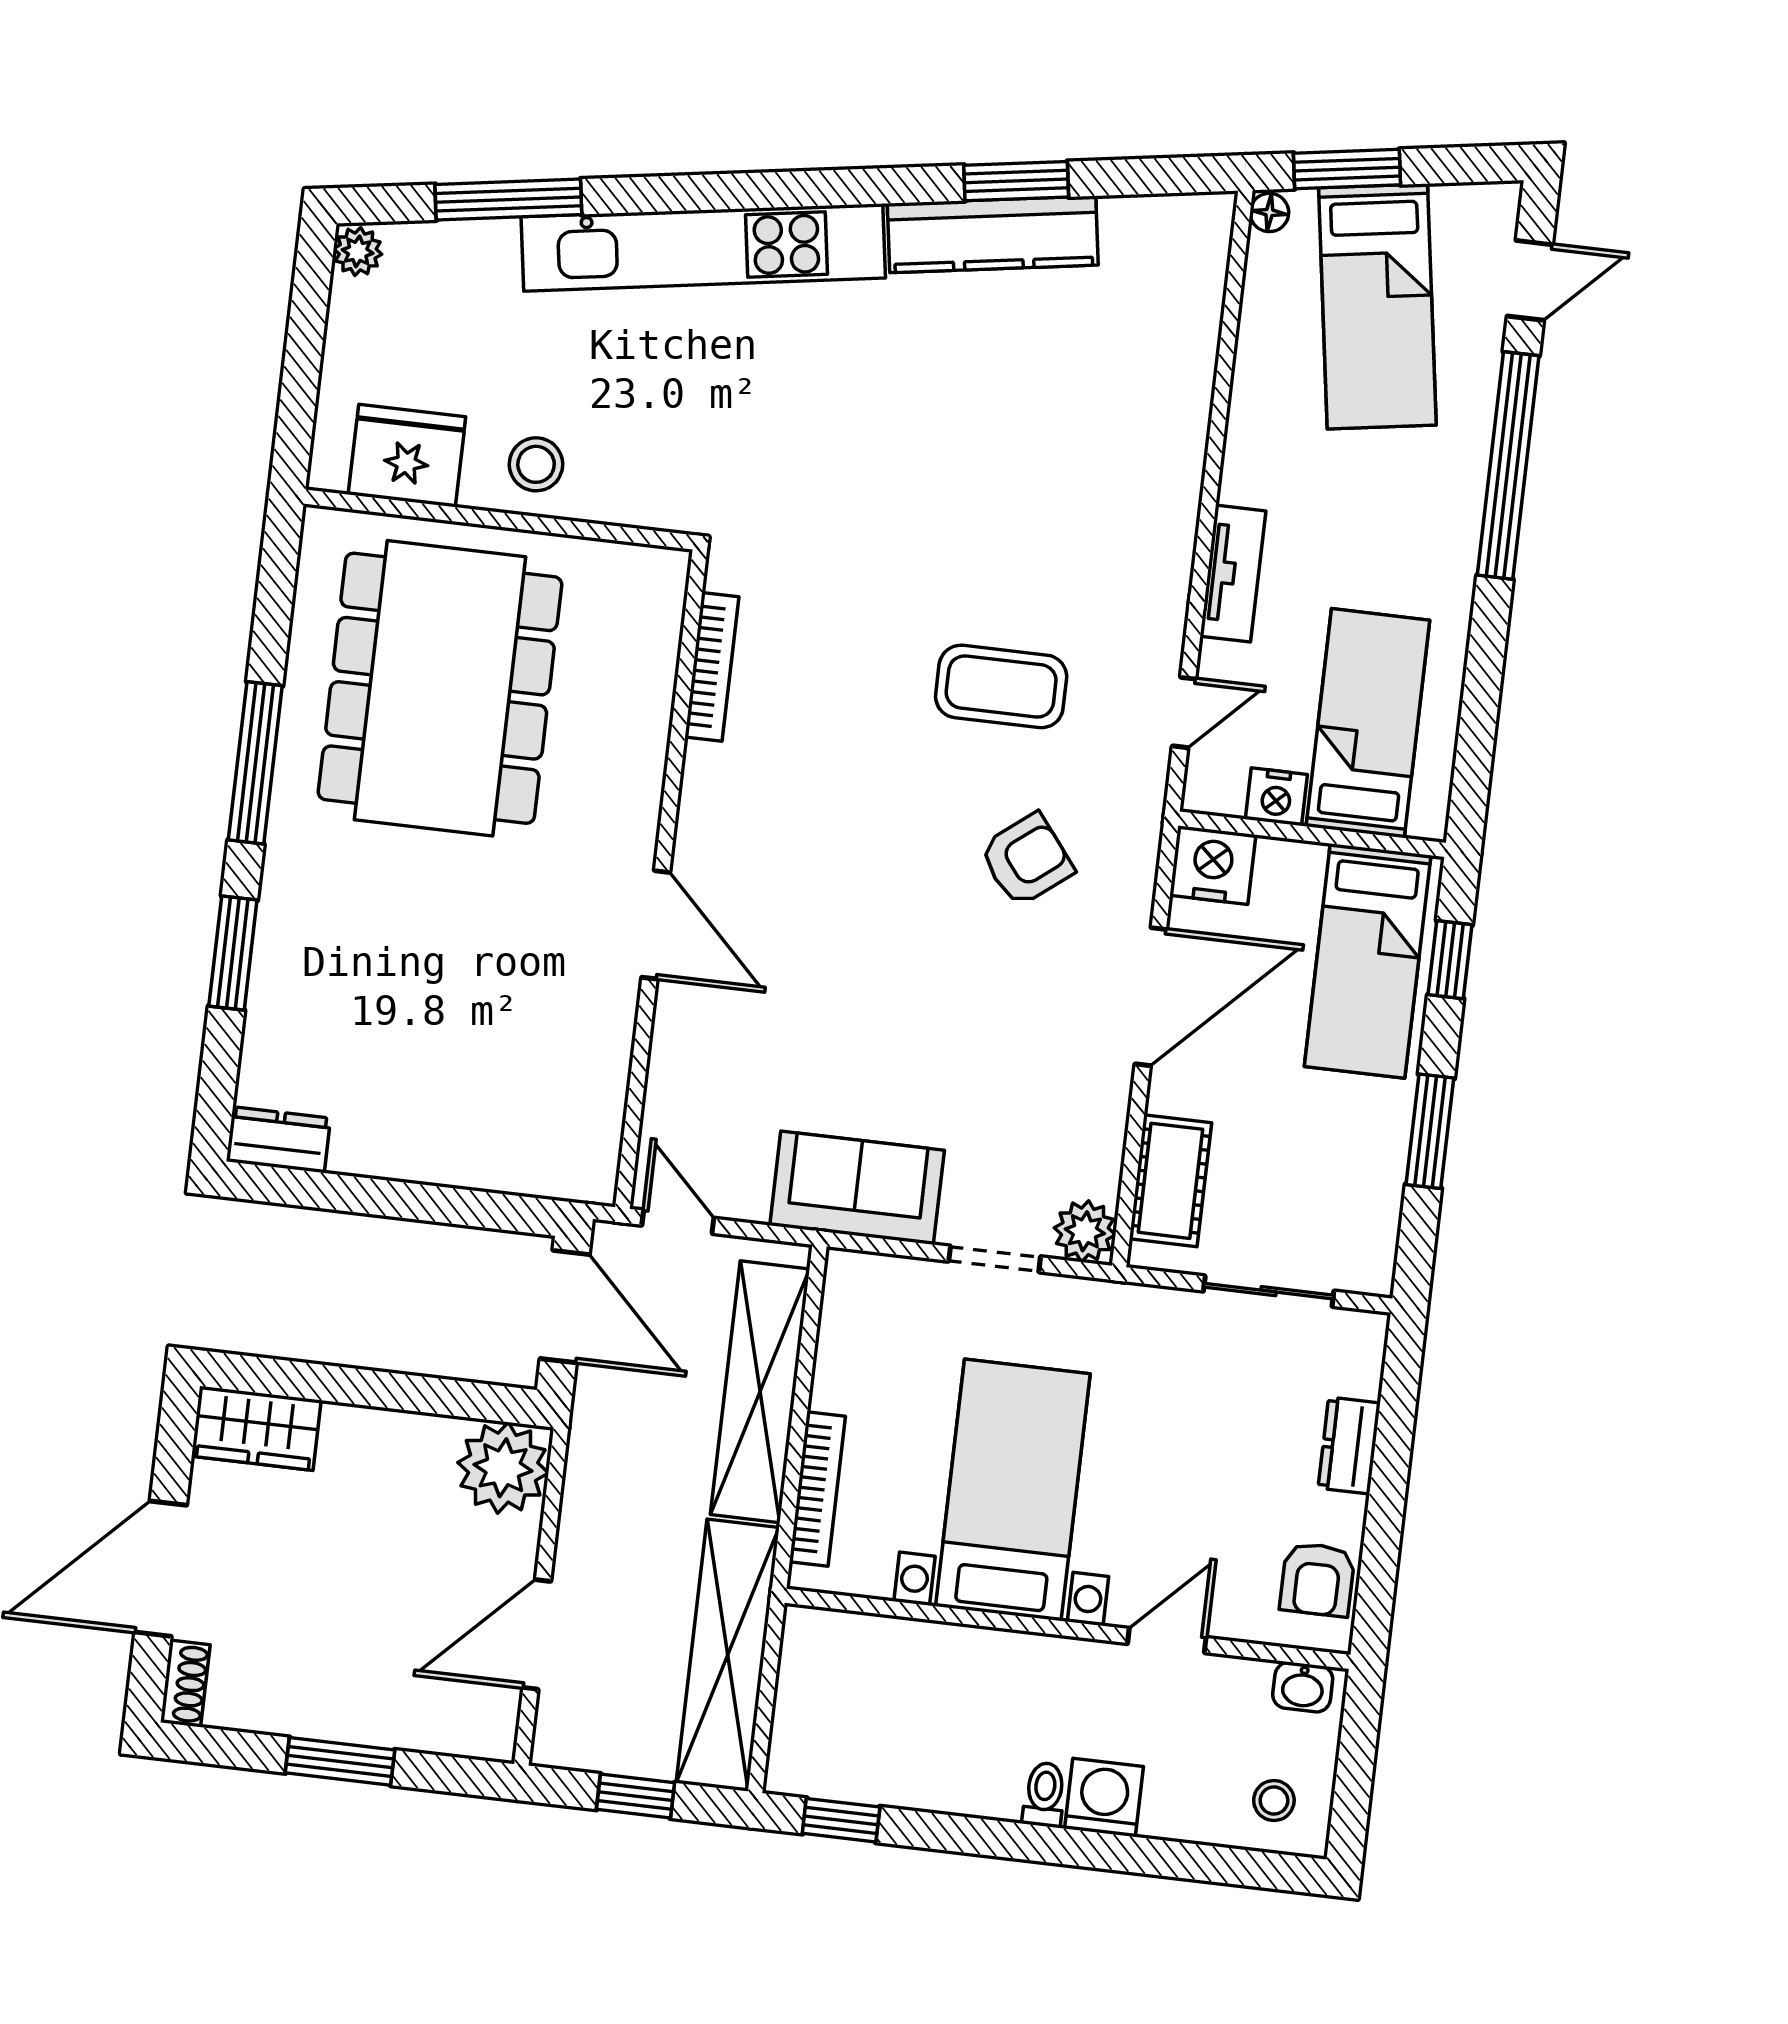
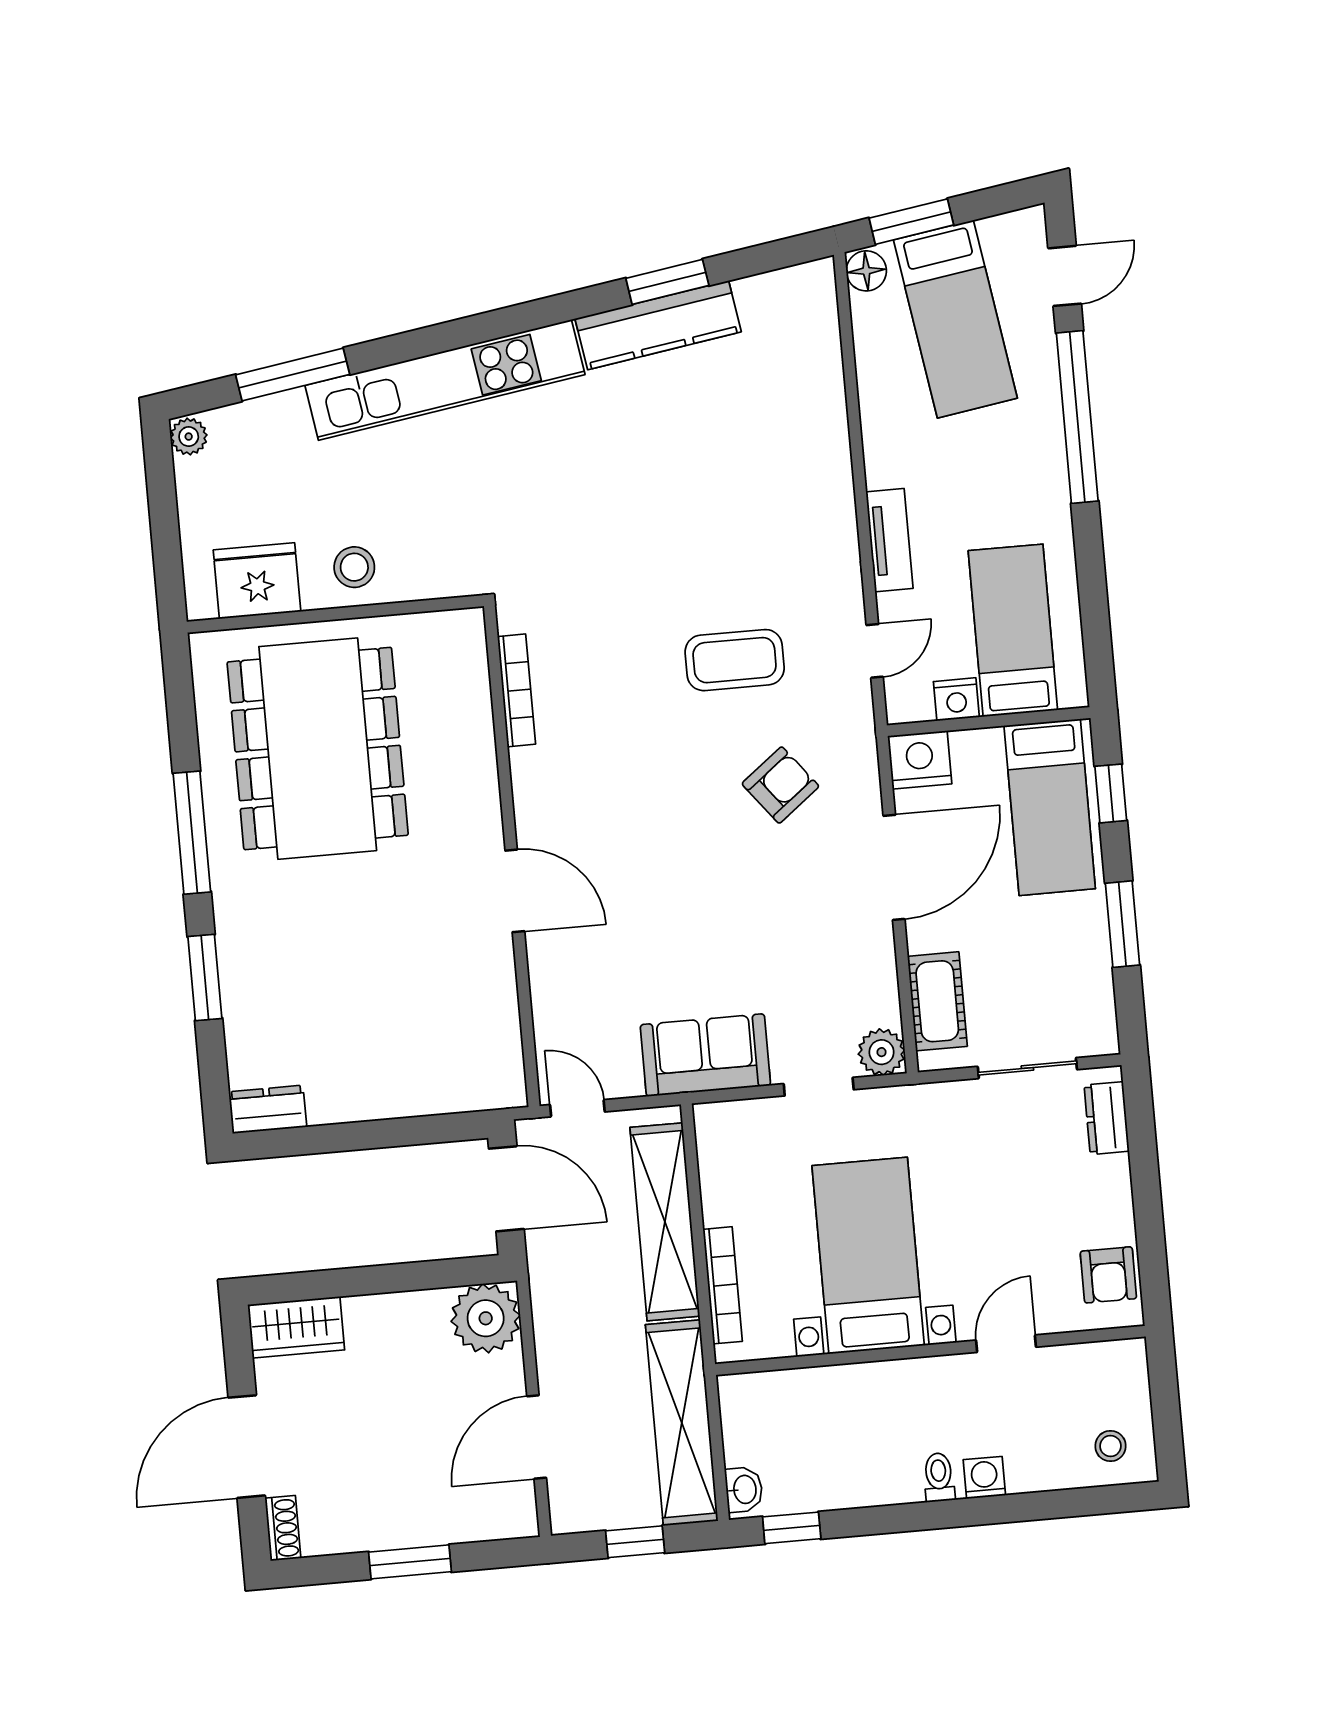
floor lamp: (1269, 212) -> (866, 271), width x1.37, depth x1.37
dresser: (1349, 1446) -> (1107, 1118), moved
washbasin: (1303, 1687) -> (744, 1490), moved, turned -90
washing machine: (1104, 1798) -> (984, 1478), width x0.73, depth x0.73

